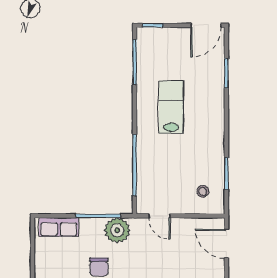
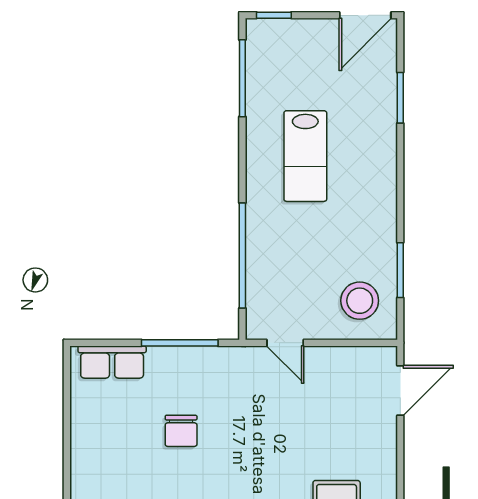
lab bench: (171, 107) -> (305, 156), turned 180
stool: (203, 191) -> (360, 301), width x1.89, depth x1.89
plant: (117, 230) -> (212, 368), removed
door: (226, 244) -> (400, 391), swing flipped

